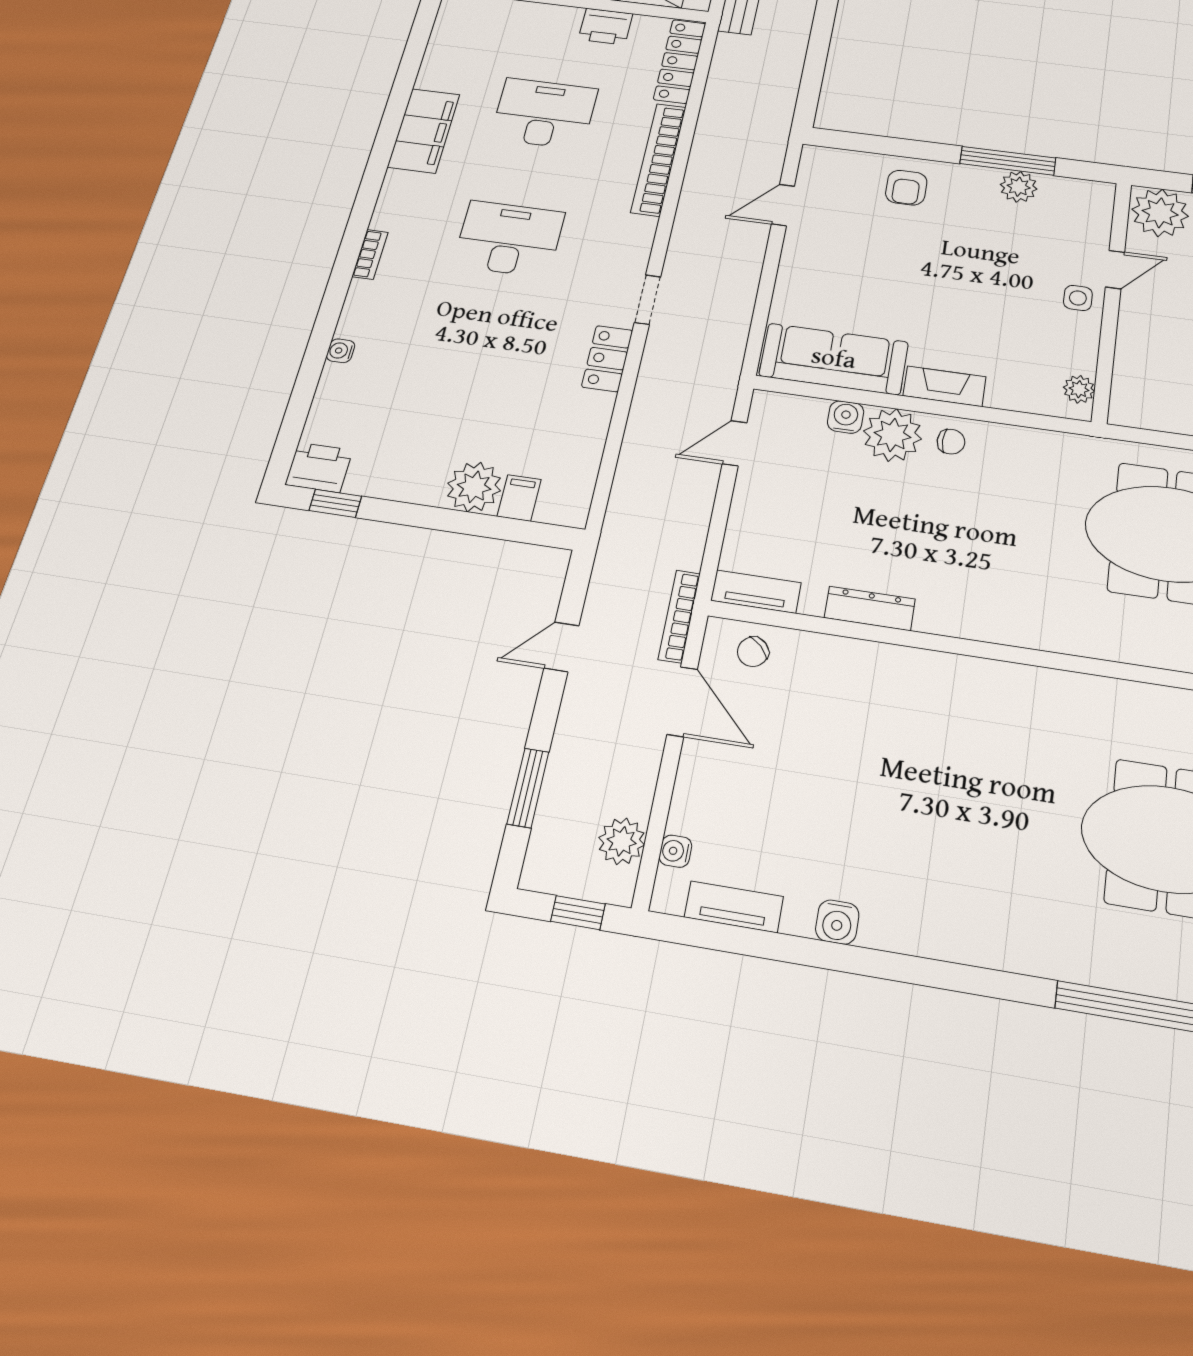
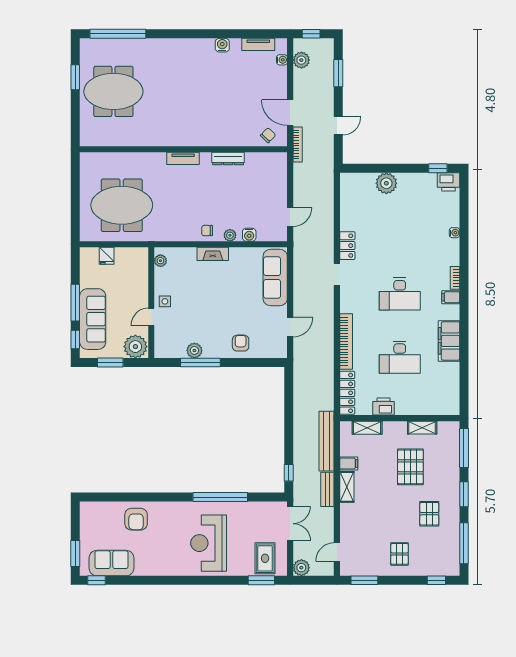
sofa: (834, 359) -> (275, 278), moved, turned 90
plant: (893, 435) -> (230, 235), width x0.53, depth x0.53
filing cabinet: (519, 498) -> (451, 297), moved, turned 90
tv unit: (756, 592) -> (183, 158), moved

